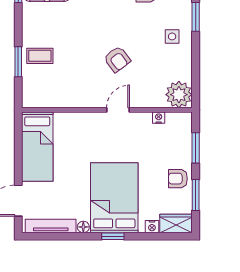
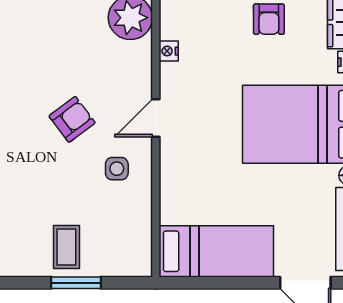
side table: (172, 36) -> (117, 169), moved
door: (118, 110) -> (156, 118), hinge flipped

